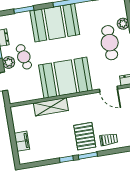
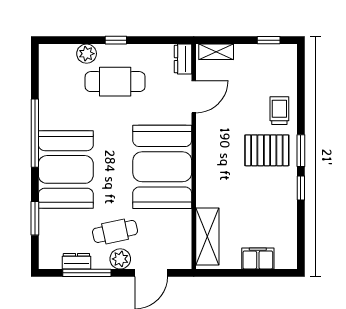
shelving: (51, 107) -> (207, 237), moved

